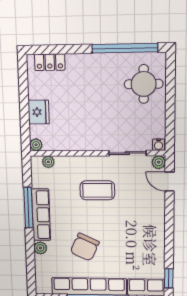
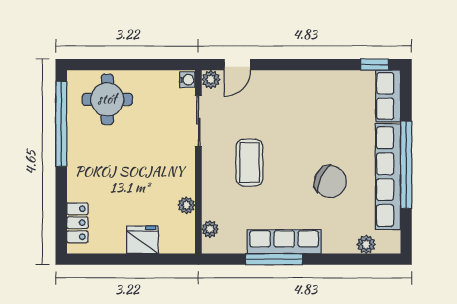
plant: (36, 145) -> (186, 205), moved
plant: (40, 248) -> (366, 244), moved

